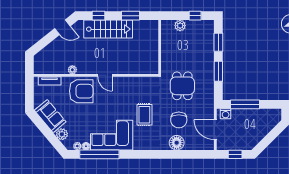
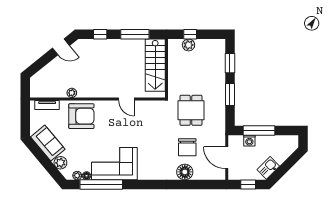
window: (131, 16) -> (135, 34), width x1.44
window: (195, 16) -> (190, 34), moved
stairs: (108, 29) -> (155, 65), moved, turned 90
door: (105, 75) -> (126, 99), moved
washing machine: (226, 114) -> (249, 141), moved
rug: (144, 115) -> (150, 142), removed
kitchen sink: (254, 139) -> (268, 168), added

